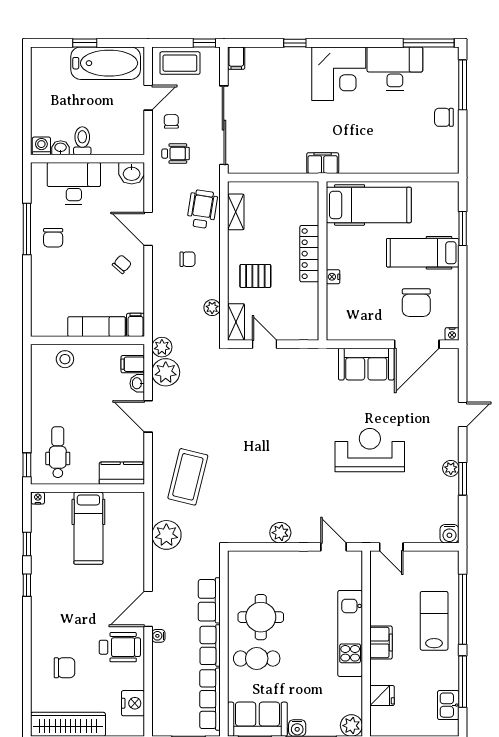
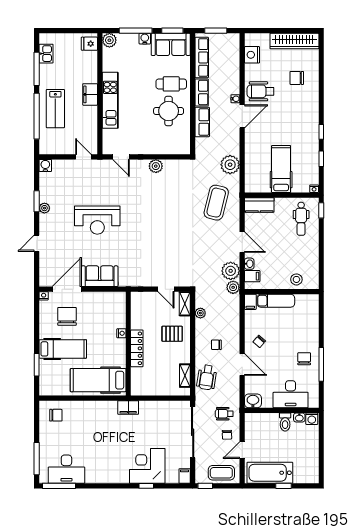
desk: (395, 69) -> (66, 469), moved
corner desk: (339, 74) -> (147, 466), moved
chair: (444, 117) -> (56, 415), moved
fridge: (382, 695) -> (89, 44), moved

